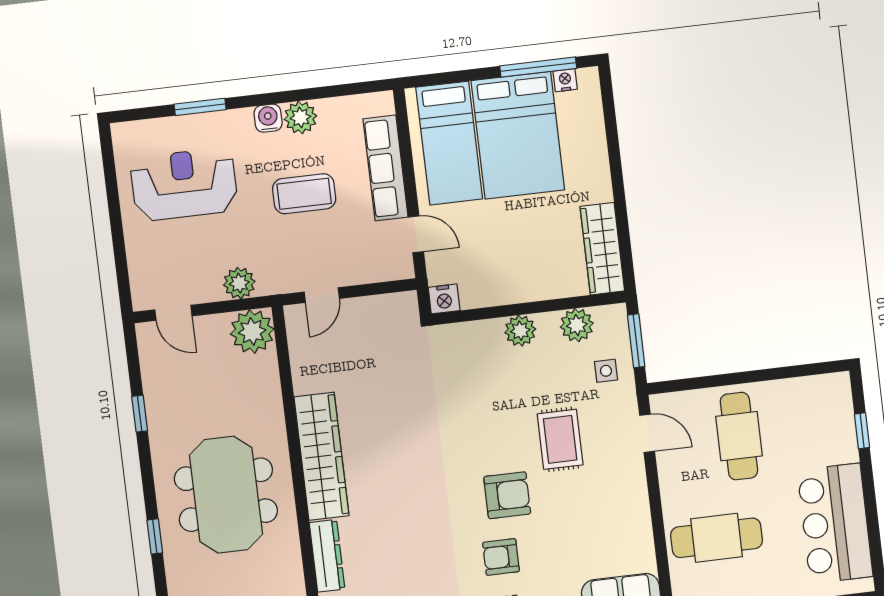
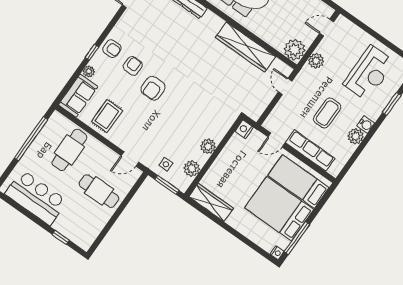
nightstand: (565, 80) -> (277, 253), moved
rug: (560, 439) -> (107, 116), moved, turned 90
wardrobe: (321, 456) -> (246, 47), moved

